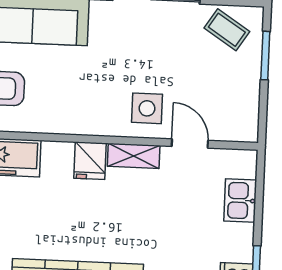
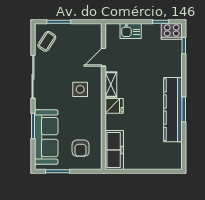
side table: (147, 108) -> (80, 89), moved

